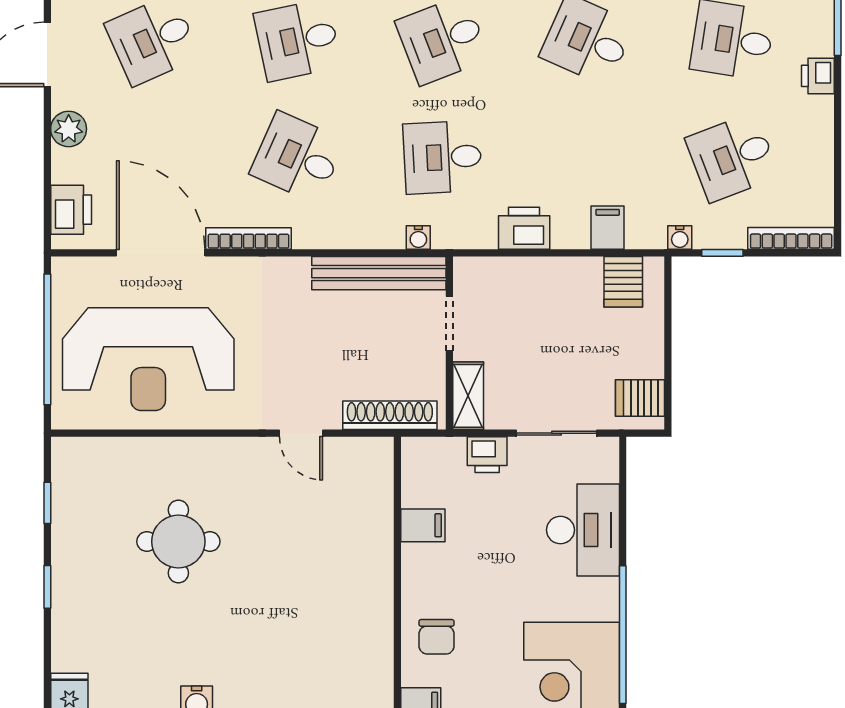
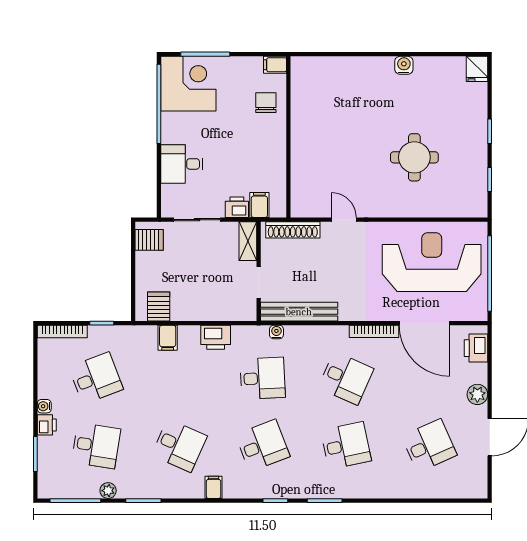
water cooler: (680, 238) -> (44, 406), moved, turned -90
filing cabinet: (423, 525) -> (259, 205), moved, turned 90
desk: (583, 530) -> (182, 164), width x0.73

